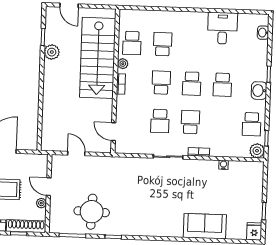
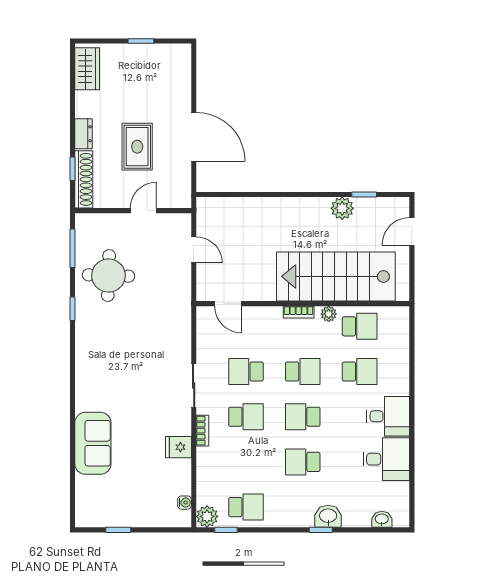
desk: (193, 26) -> (388, 416), added
school desk: (132, 43) -> (360, 326), turned 180
washbasin: (259, 91) -> (328, 516), moved
school desk: (252, 124) -> (246, 507), turned 180
door: (113, 132) -> (228, 304), swing flipped
door: (76, 153) -> (194, 250), hinge flipped
water cooler: (223, 165) -> (185, 503), moved
plant: (41, 203) -> (119, 201), removed
fridge: (254, 231) -> (178, 447), moved, turned 180

